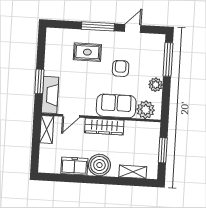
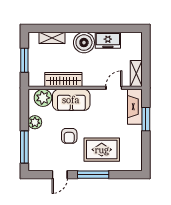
rug: (87, 52) -> (102, 150), width x1.36, depth x1.43
wardrobe: (104, 127) -> (63, 80), moved

